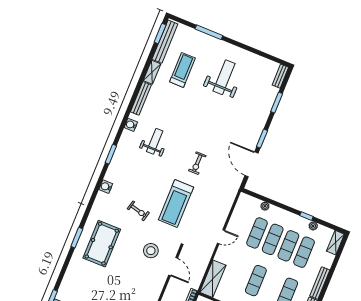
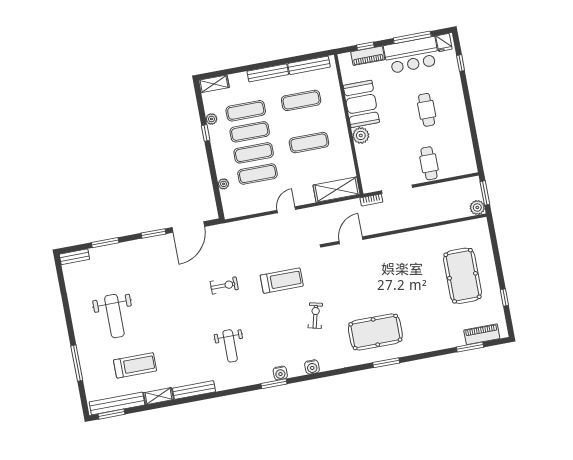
treadmill: (182, 70) -> (135, 365), turned 180
weight bench: (224, 77) -> (114, 316), turned -90
water cooler: (131, 125) -> (280, 373), moved
weight bench: (155, 141) -> (230, 346), turned -90
treadmill: (176, 203) -> (282, 281), width x0.73, depth x0.73
door: (221, 237) -> (286, 210), hinge flipped
stool: (151, 251) -> (349, 275), removed

